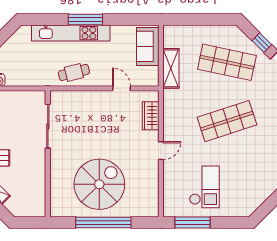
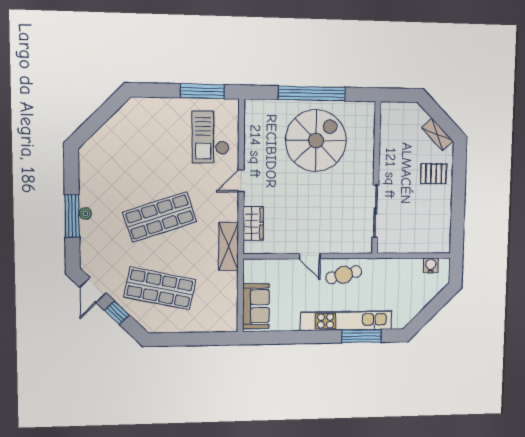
window: (85, 20) -> (361, 336), moved
shelving: (171, 68) -> (229, 247), moved
door: (121, 88) -> (310, 256), moved
spiral stairs: (99, 184) -> (316, 141), turned 180
checkout: (204, 187) -> (211, 137), moved

